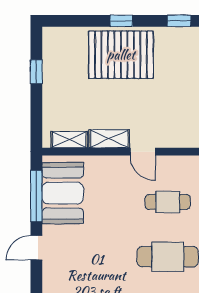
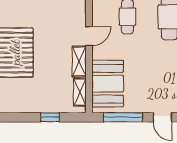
window: (36, 72) -> (50, 117), moved
booth: (63, 193) -> (108, 84), moved, turned 90

